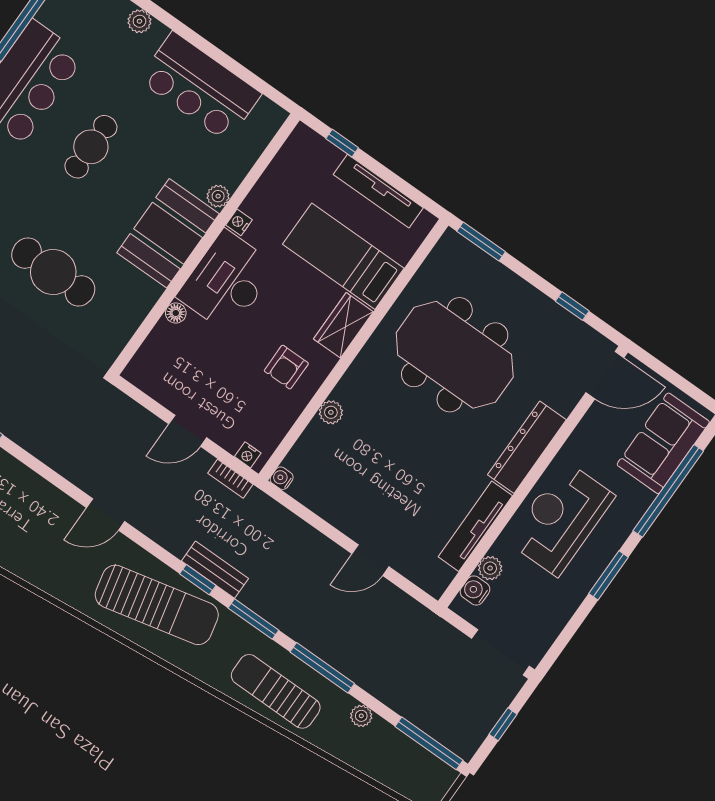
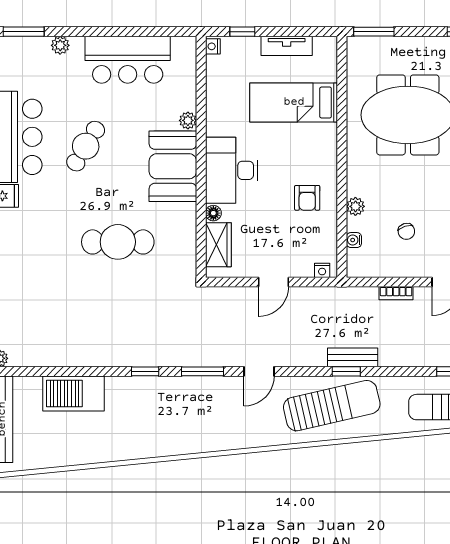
cafe table: (91, 147) -> (86, 146), turned 31
tv unit: (378, 191) -> (287, 46), width x0.71
nightstand: (239, 222) -> (213, 46), moved
wardrobe: (343, 325) -> (218, 245), moved, turned 180
chair: (366, 477) -> (406, 231), added
water cooler: (282, 478) -> (354, 240), moved
bookcase: (230, 479) -> (396, 293), moved
window: (253, 619) -> (203, 371), moved

